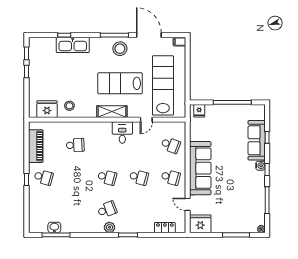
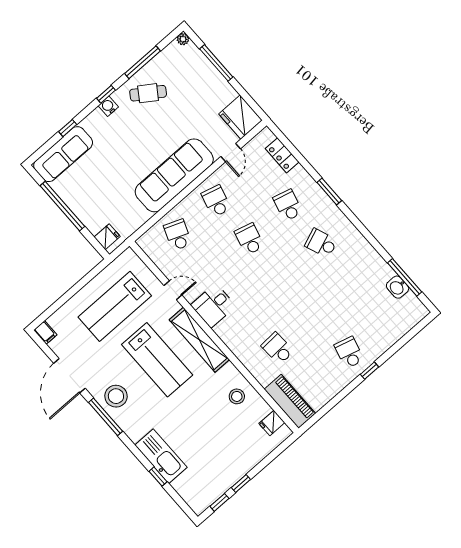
lab bench: (163, 85) -> (115, 306), width x0.73
fridge: (47, 109) -> (272, 423), width x0.53, depth x0.75
shelving: (112, 112) -> (199, 340), width x1.47
sofa: (257, 140) -> (63, 154), moved
piano: (36, 146) -> (290, 401), moved, turned 90
school desk: (107, 177) -> (288, 205), moved
cafe table: (250, 190) -> (148, 93), added
plant: (109, 227) -> (340, 222), removed

